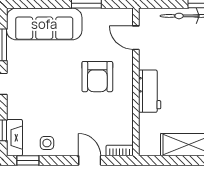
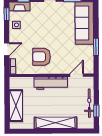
armchair: (97, 77) -> (42, 57), moved
workbench: (150, 91) -> (51, 83), width x1.38

